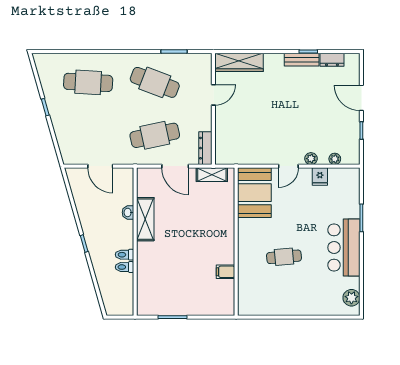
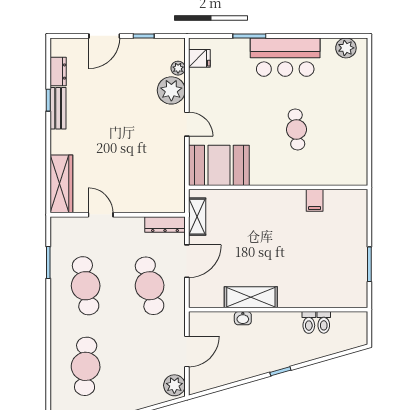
cafe table: (155, 82) -> (86, 286), turned -30
plant: (72, 156) -> (174, 385), added
plant: (311, 159) -> (171, 90), width x1.88, depth x1.88
fridge: (320, 177) -> (199, 58), moved
toilet: (124, 255) -> (324, 322), moved

